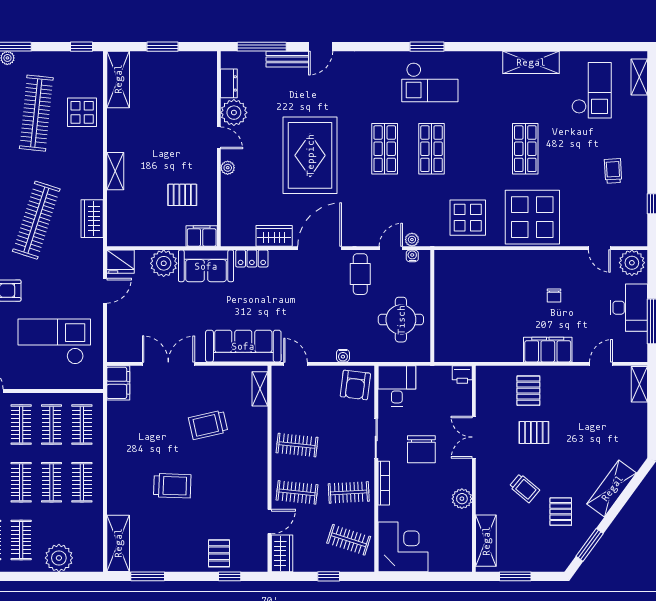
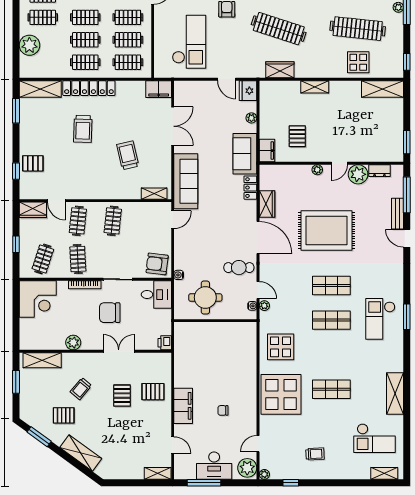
window: (163, 47) -> (407, 142), moved
plant: (641, 240) -> (264, 474), added
plant: (164, 263) -> (251, 118), width x0.53, depth x0.53
water cooler: (343, 356) -> (179, 275), moved
locker: (117, 477) -> (89, 88), added

